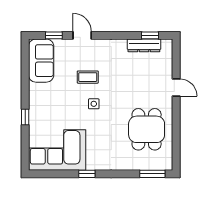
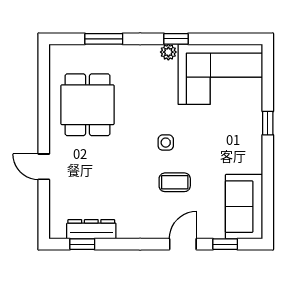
door: (82, 35) -> (183, 244), swing flipped
plant: (92, 165) -> (168, 52), added
window: (152, 174) -> (104, 39), moved

